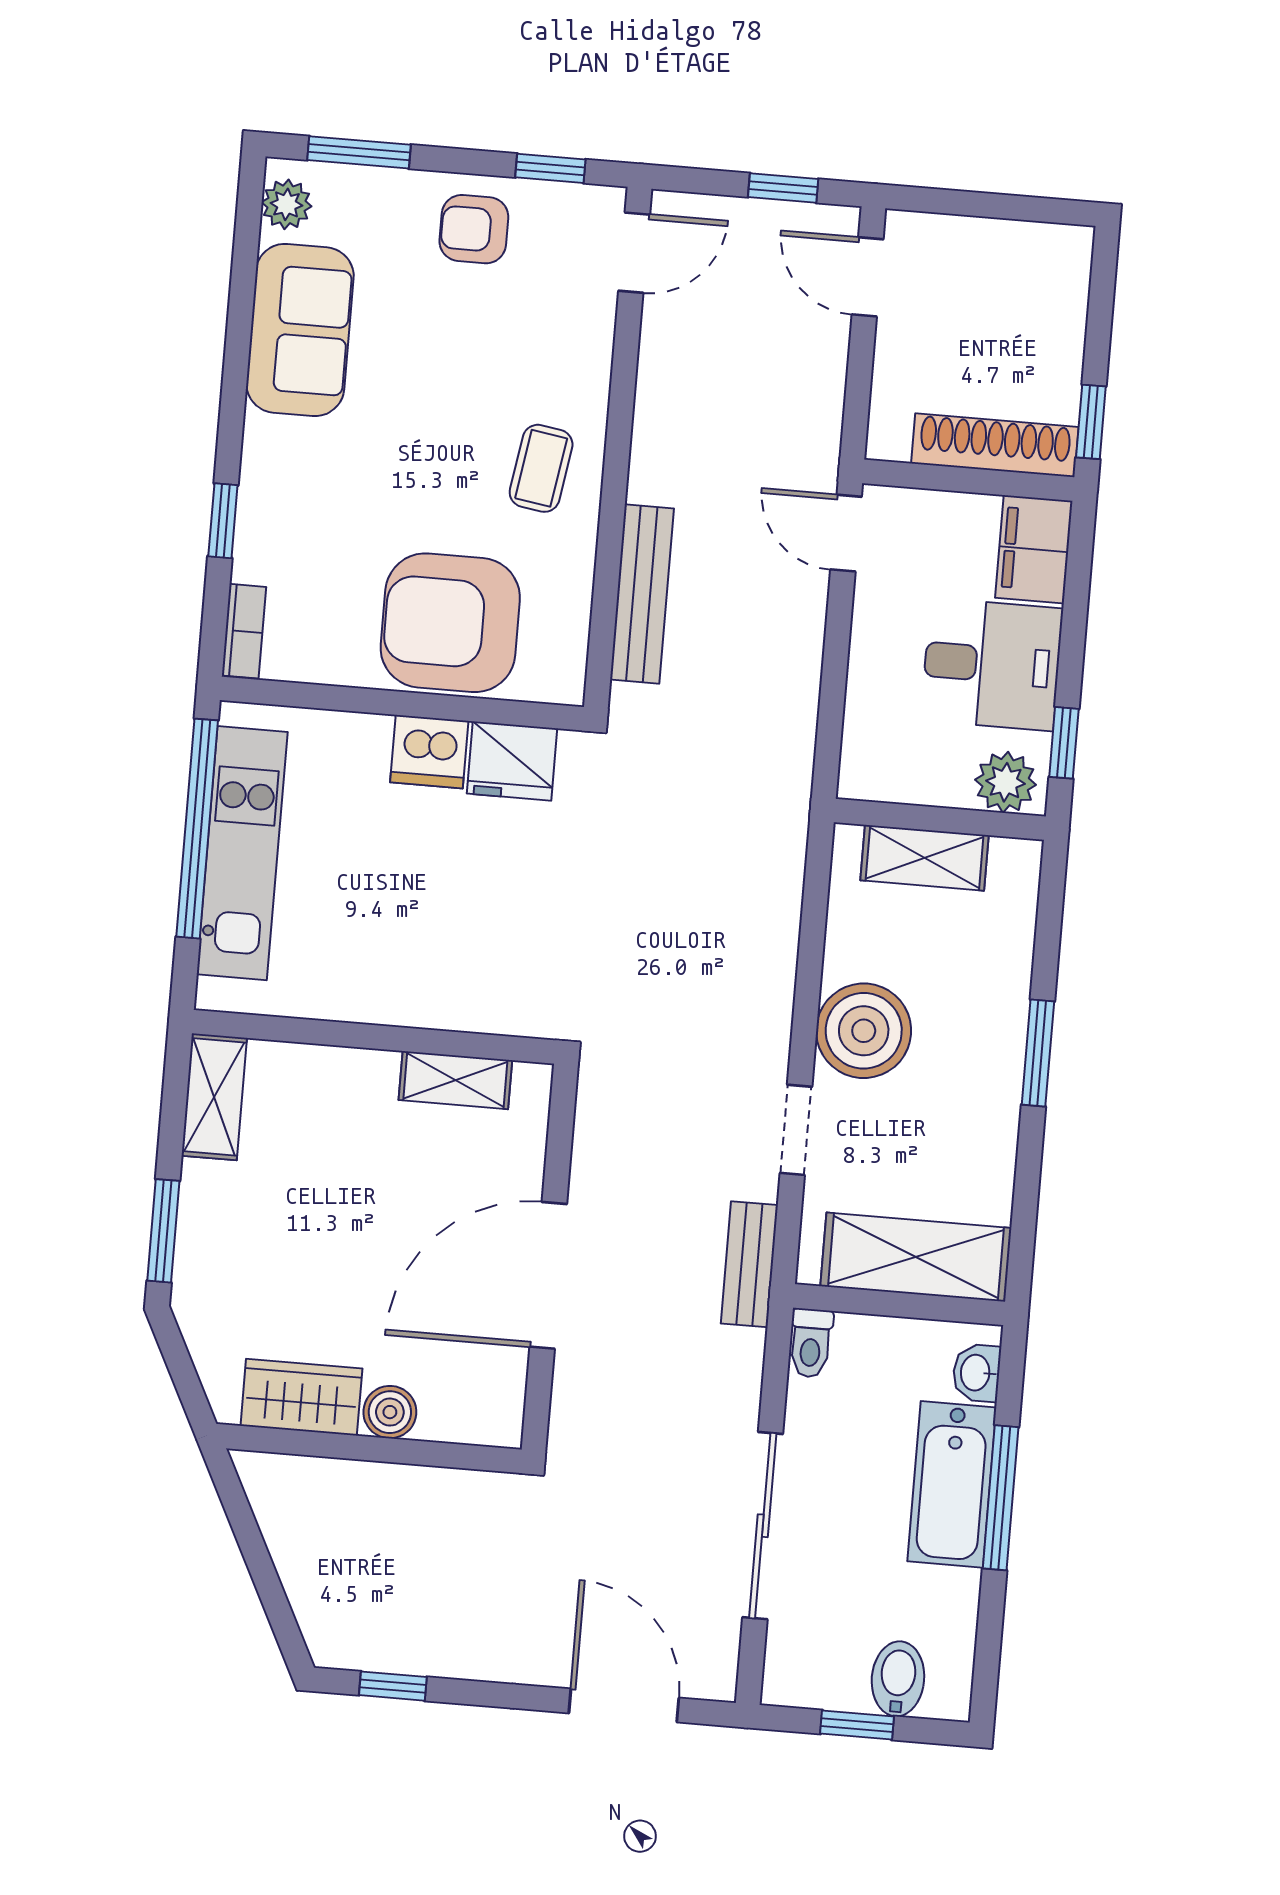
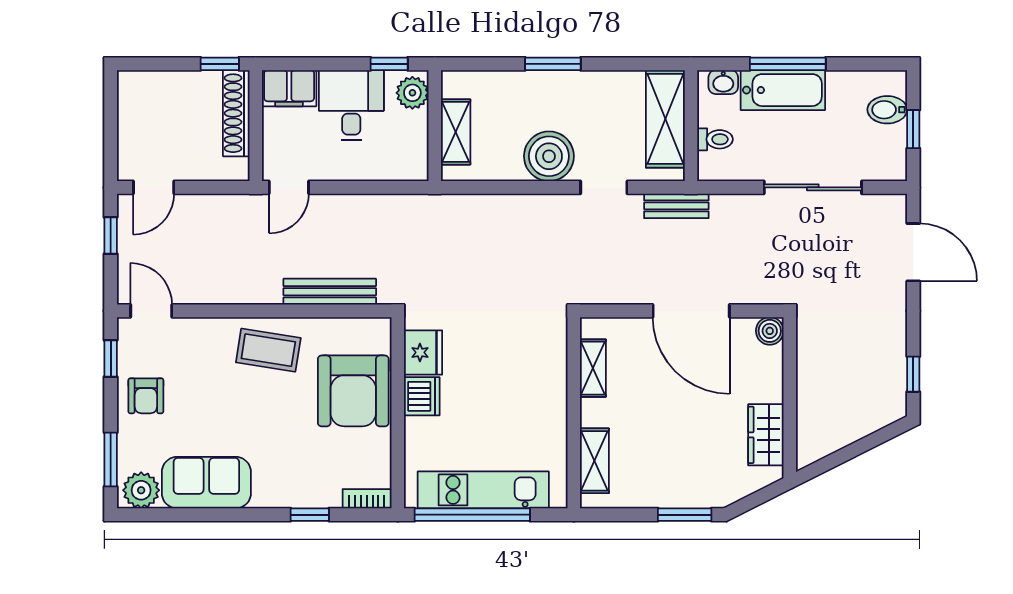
plant: (286, 204) -> (141, 490), width x1.38, depth x1.38
coffee table: (541, 468) -> (268, 350), width x1.36, depth x1.30
shelving: (214, 1097) -> (594, 461), moved, turned 90
toilet: (811, 1343) -> (715, 139), moved
boiler: (390, 1412) -> (770, 331), moved
door: (624, 1705) -> (913, 252), swing flipped

